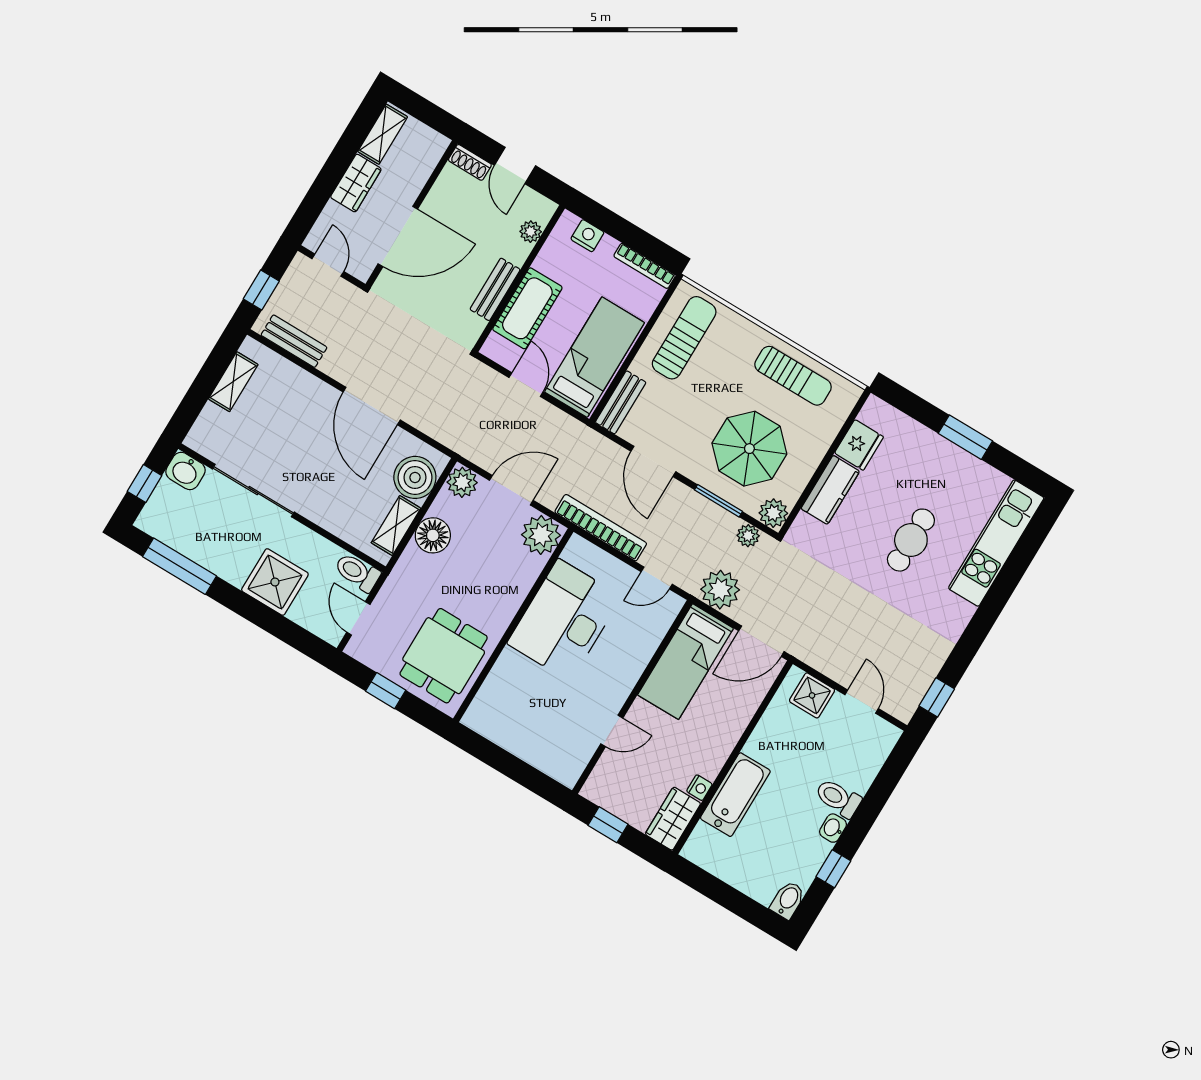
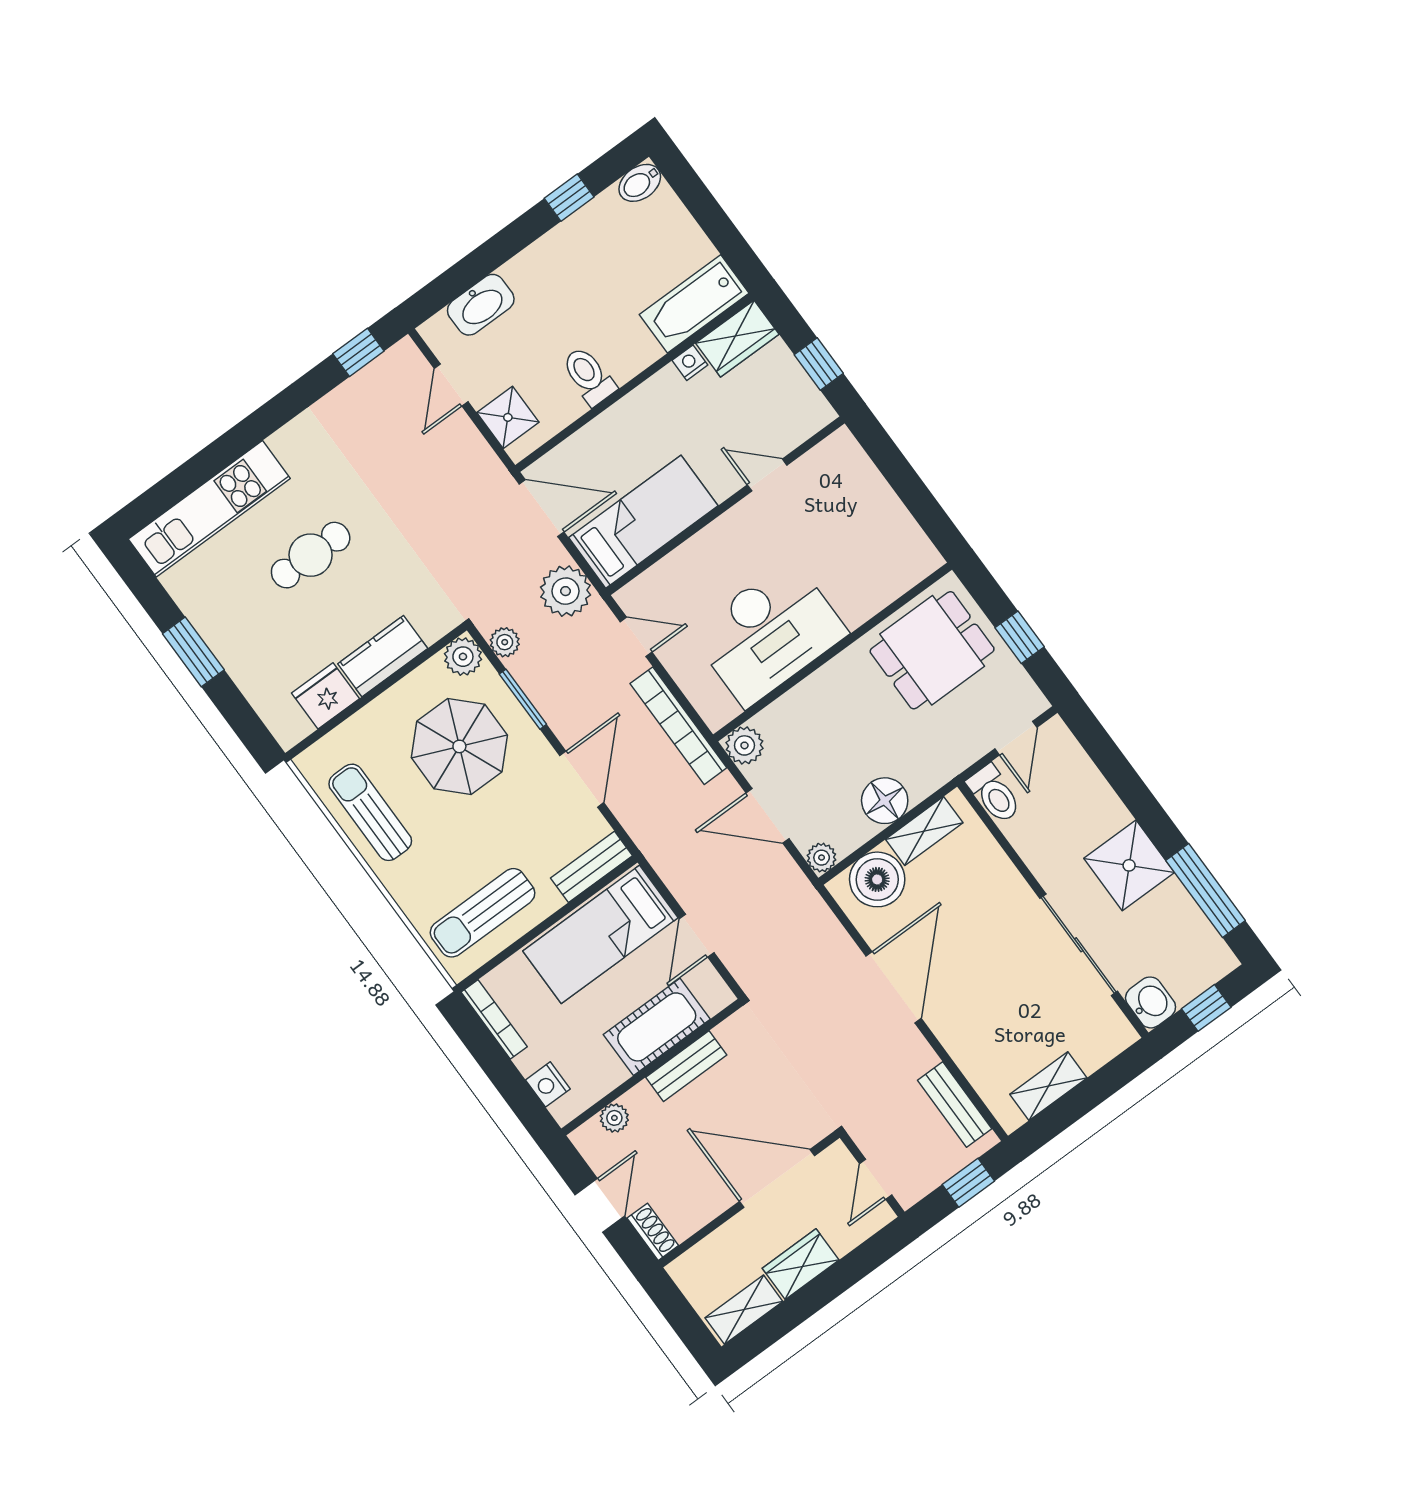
plant: (462, 482) -> (822, 858), width x0.73, depth x0.73
plant: (541, 535) -> (744, 745), width x0.73, depth x0.73
shower: (275, 582) -> (1129, 865), moved
bathtub: (735, 795) -> (694, 304), moved
toilet: (838, 798) -> (589, 376), moved, turned 180
washbasin: (833, 828) -> (481, 305), moved, width x1.91, depth x1.45

